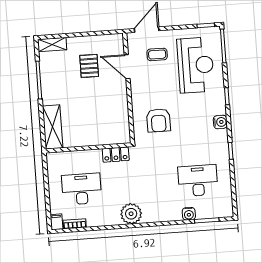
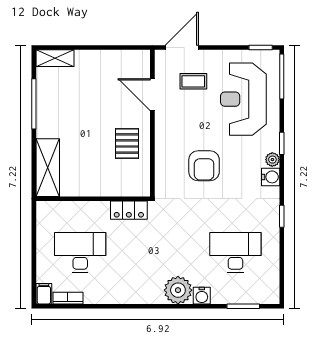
reception desk: (196, 65) -> (243, 99), turned 180
pallet: (89, 66) -> (127, 143), moved
plant: (221, 109) -> (272, 160), added
armchair: (158, 120) -> (204, 166), moved
plant: (131, 214) -> (178, 290), moved
water cooler: (189, 214) -> (202, 296), moved

